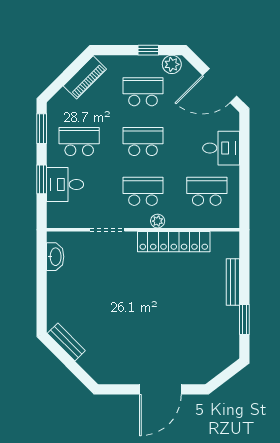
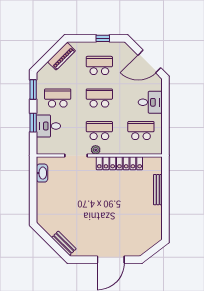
plant: (172, 64) -> (118, 48), removed
plant: (158, 221) -> (96, 150), moved
window: (244, 319) -> (165, 214), removed
bench: (66, 342) -> (64, 243), moved

